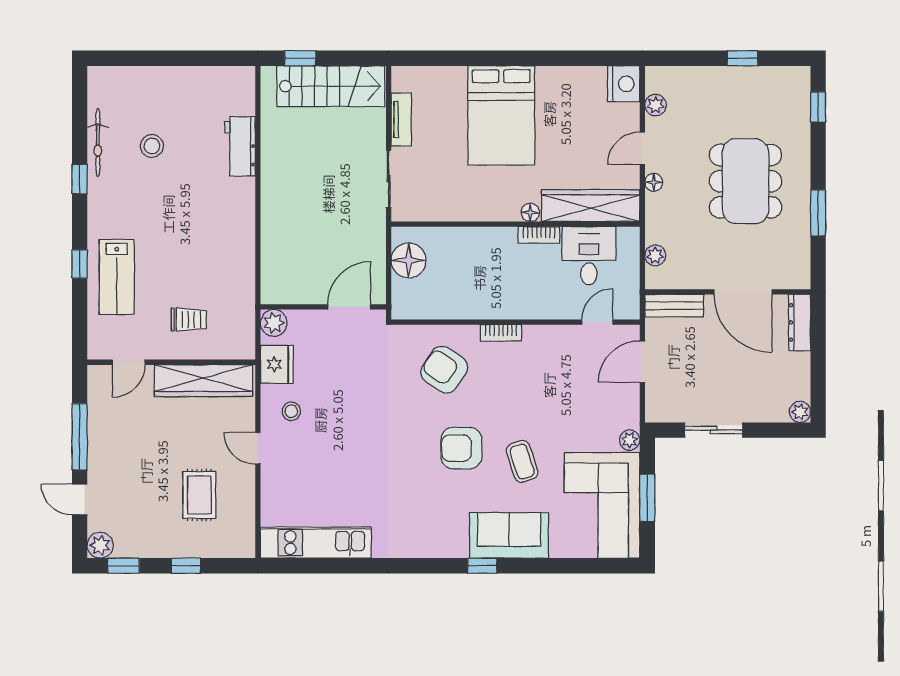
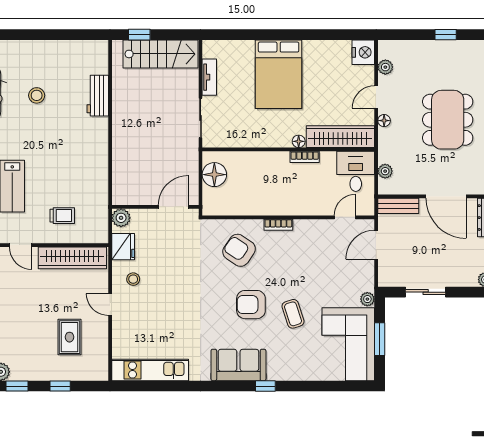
desk: (589, 256) -> (356, 171), moved
door: (129, 362) -> (21, 245), hinge flipped
sofa: (509, 535) -> (238, 365), moved

